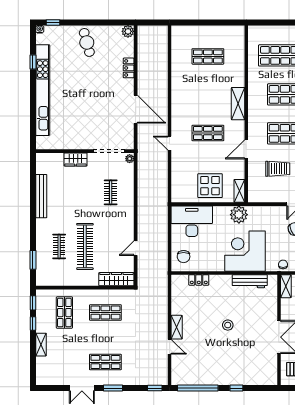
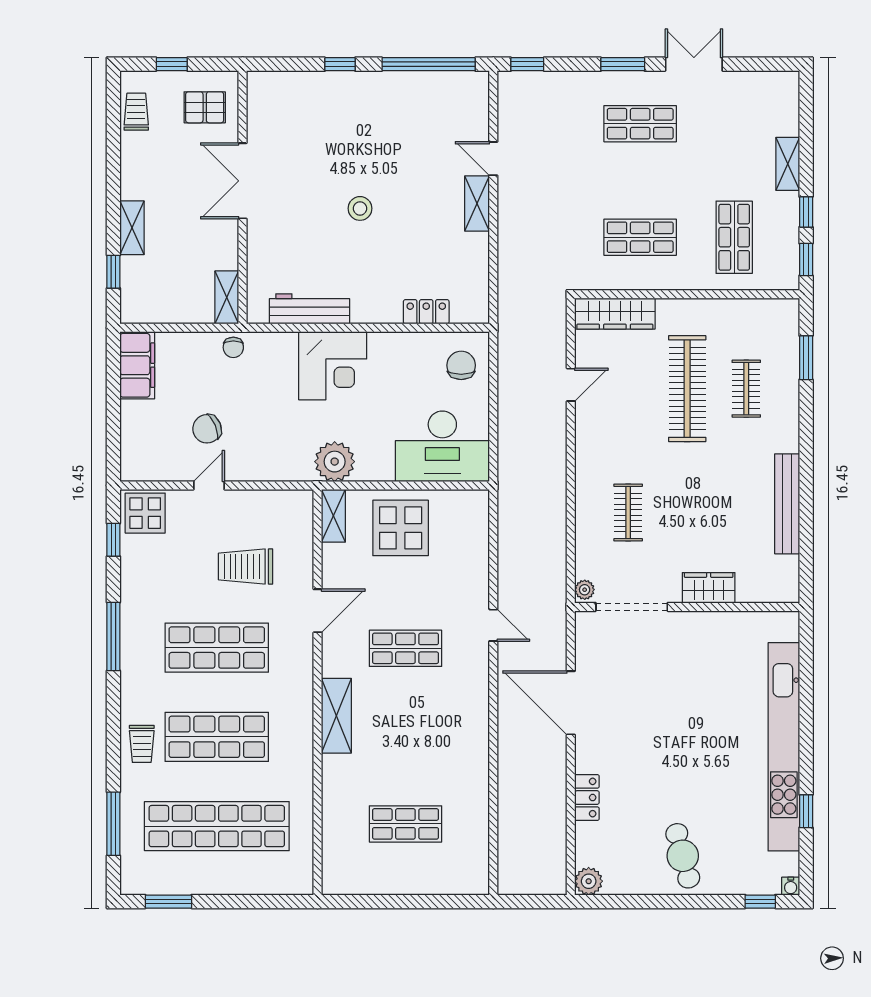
corner desk: (245, 251) -> (333, 366), width x0.74, depth x0.74

